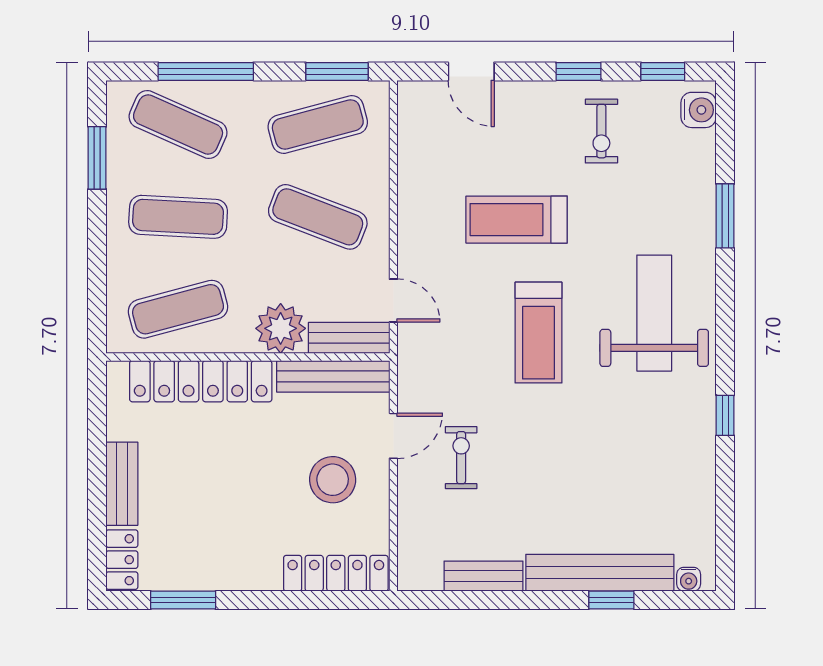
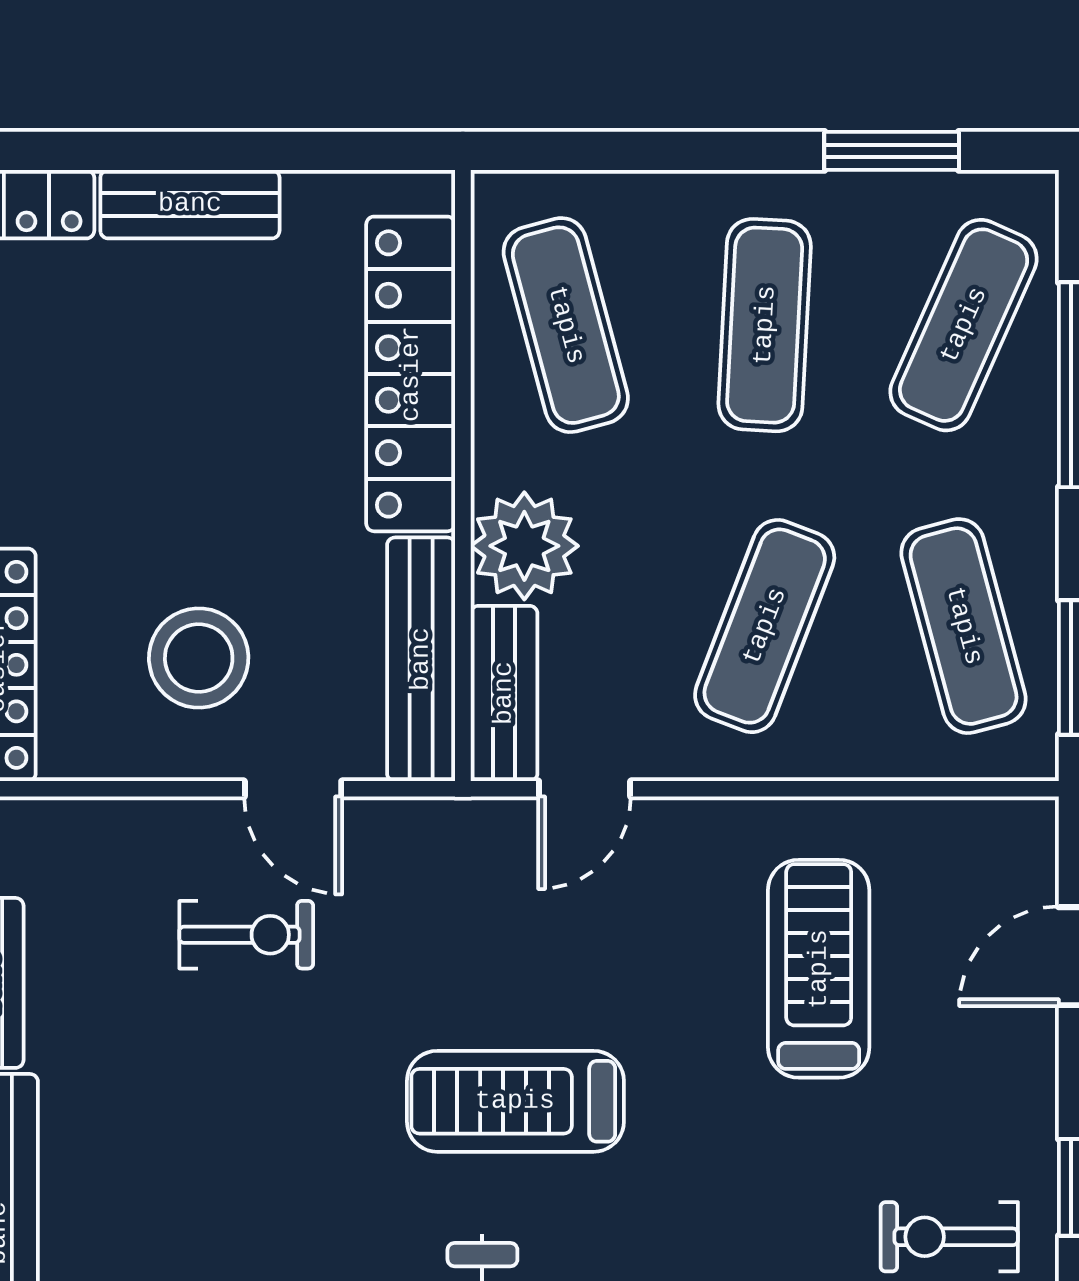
treadmill: (517, 220) -> (819, 969), moved

